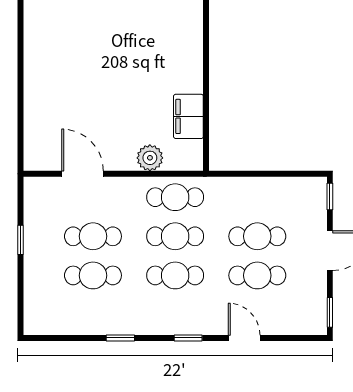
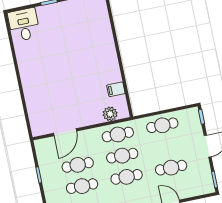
filing cabinet: (188, 116) -> (116, 89), width x0.50
plant: (150, 158) -> (110, 114), moved
door: (82, 174) -> (65, 132), swing flipped
cafe table: (257, 236) -> (162, 125), moved

